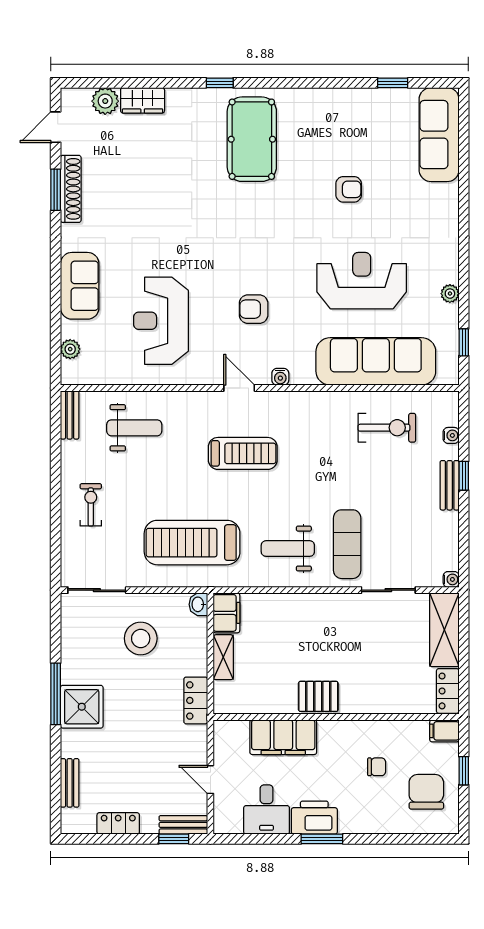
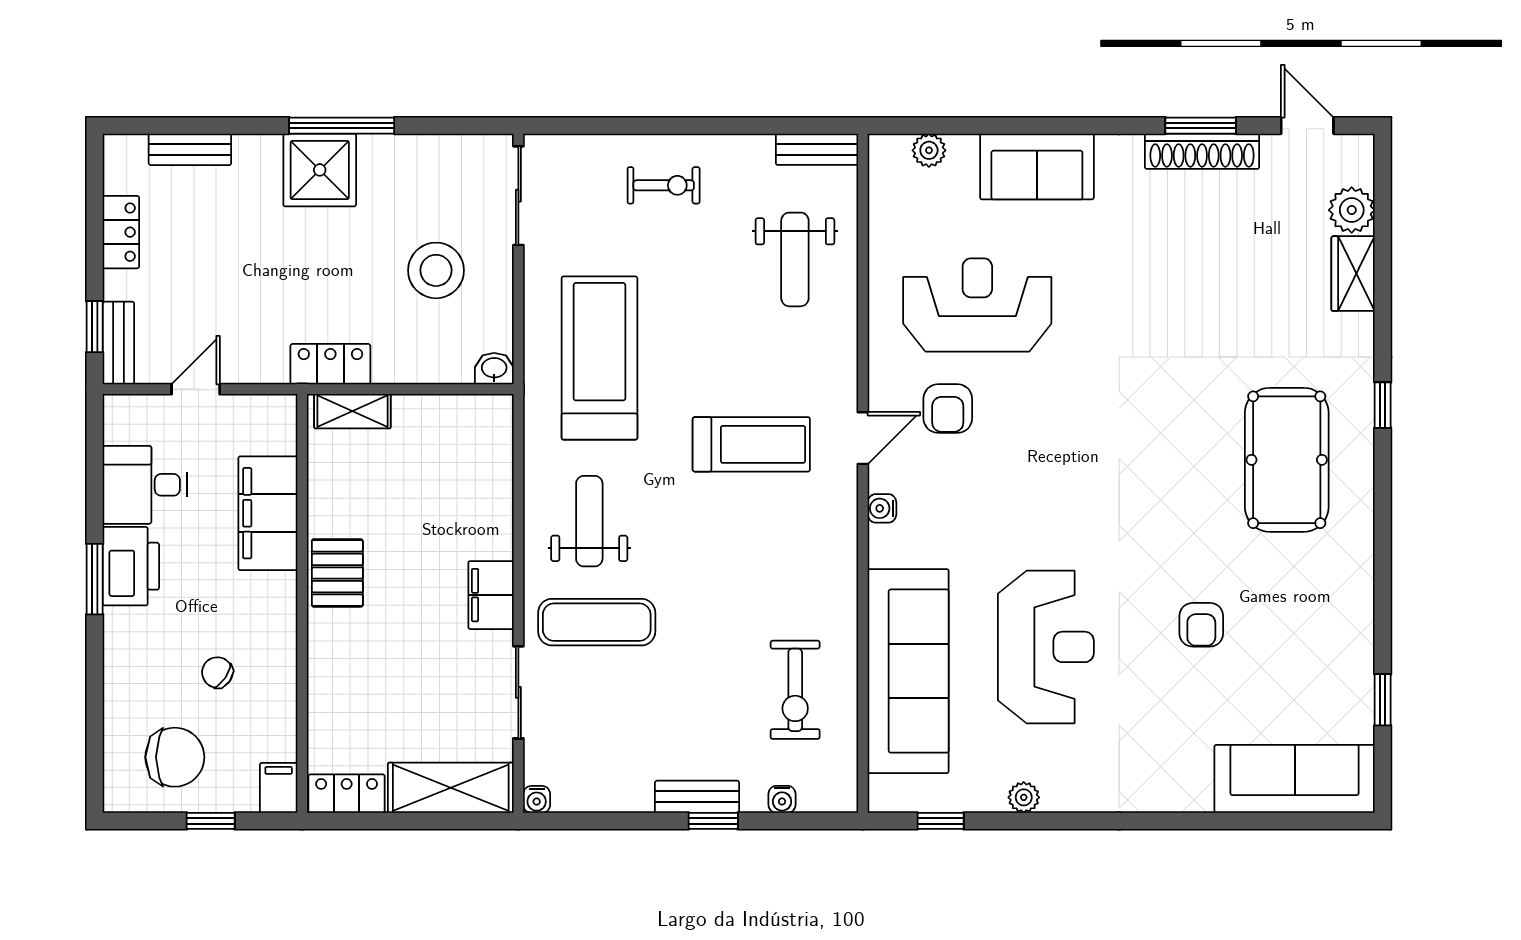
pool table: (252, 139) -> (1287, 460), turned 90
armchair: (254, 309) -> (948, 409), moved, turned 180
treadmill: (243, 453) -> (751, 444), turned -90
filing cabinet: (226, 613) -> (491, 595), moved, turned 90
shelving: (223, 657) -> (352, 411), moved
chair: (377, 767) -> (217, 672), turned 124

